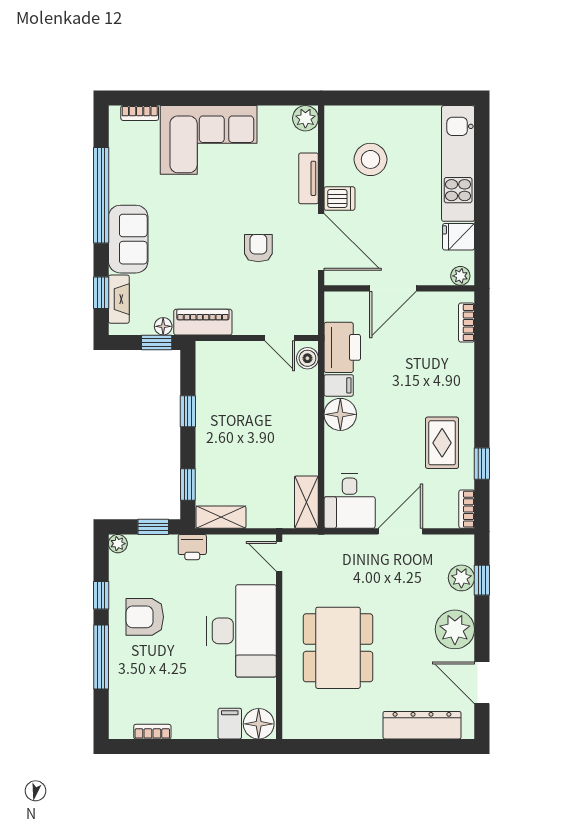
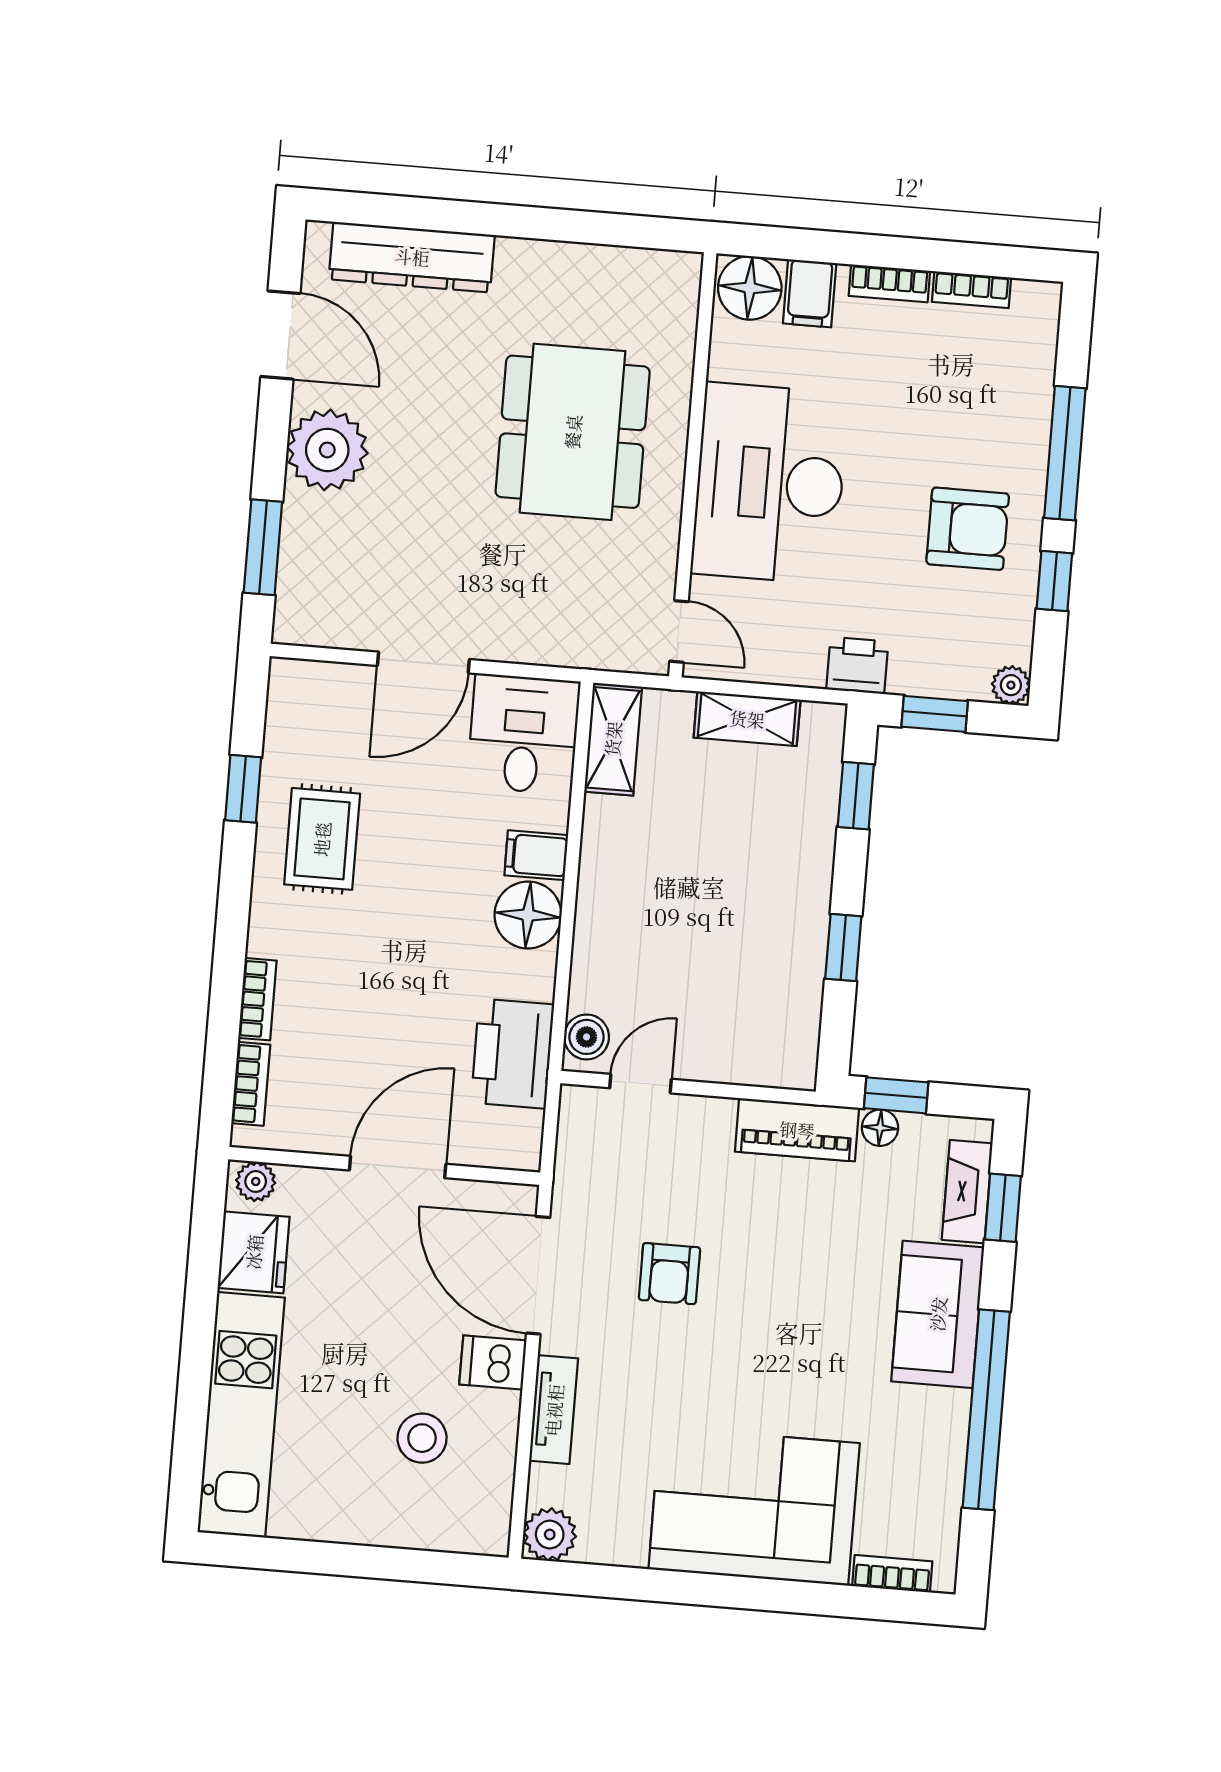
stool: (370, 159) -> (422, 1438), width x0.73, depth x0.73
fridge: (459, 237) -> (254, 1252), width x1.38
door: (280, 338) -> (640, 1084), hinge flipped
filing cabinet: (339, 385) -> (536, 855), moved
bookcase: (467, 509) -> (257, 999), moved
shelving: (221, 517) -> (747, 719), moved
plant: (461, 578) -> (305, 555), removed
window: (482, 580) -> (263, 547), width x1.50
bookcase: (192, 731) -> (889, 283), added

